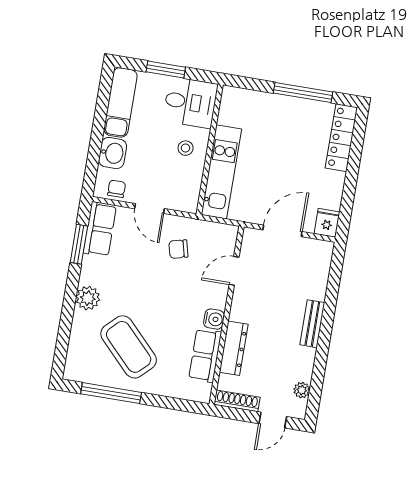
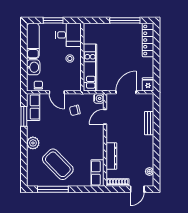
water cooler: (214, 319) -> (99, 98), moved
bench: (312, 324) -> (149, 123), moved
row of seats: (205, 355) -> (97, 173), moved

